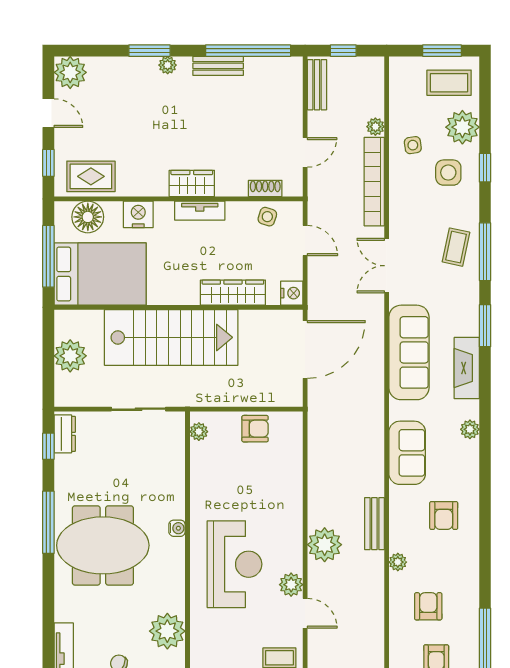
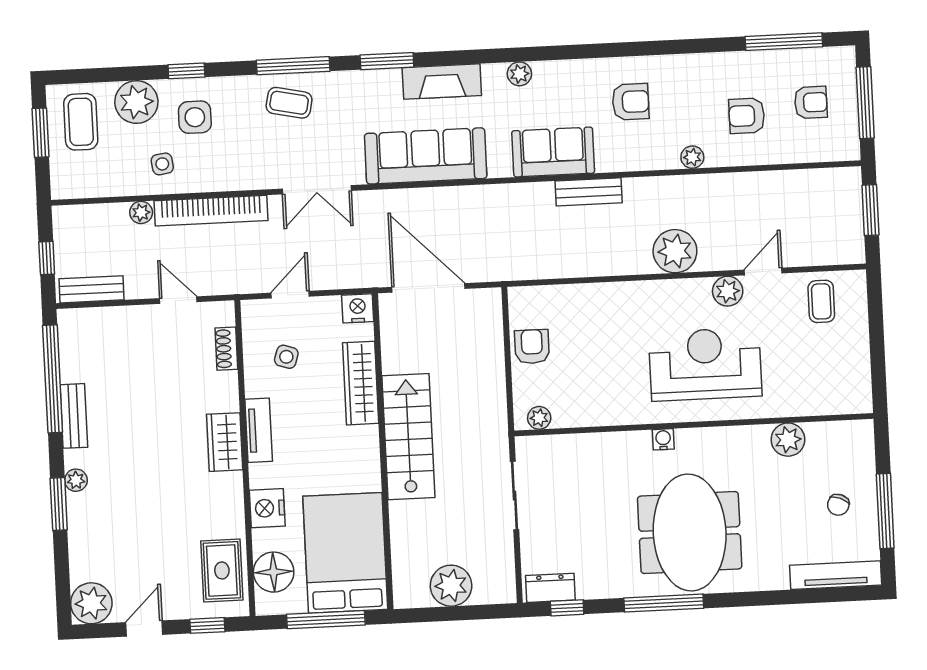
side table: (267, 217) -> (286, 357), moved
stairs: (171, 337) -> (408, 437), width x0.73, depth x0.66
bench: (374, 524) -> (589, 192), moved
plant: (167, 631) -> (788, 440), width x0.73, depth x0.73

